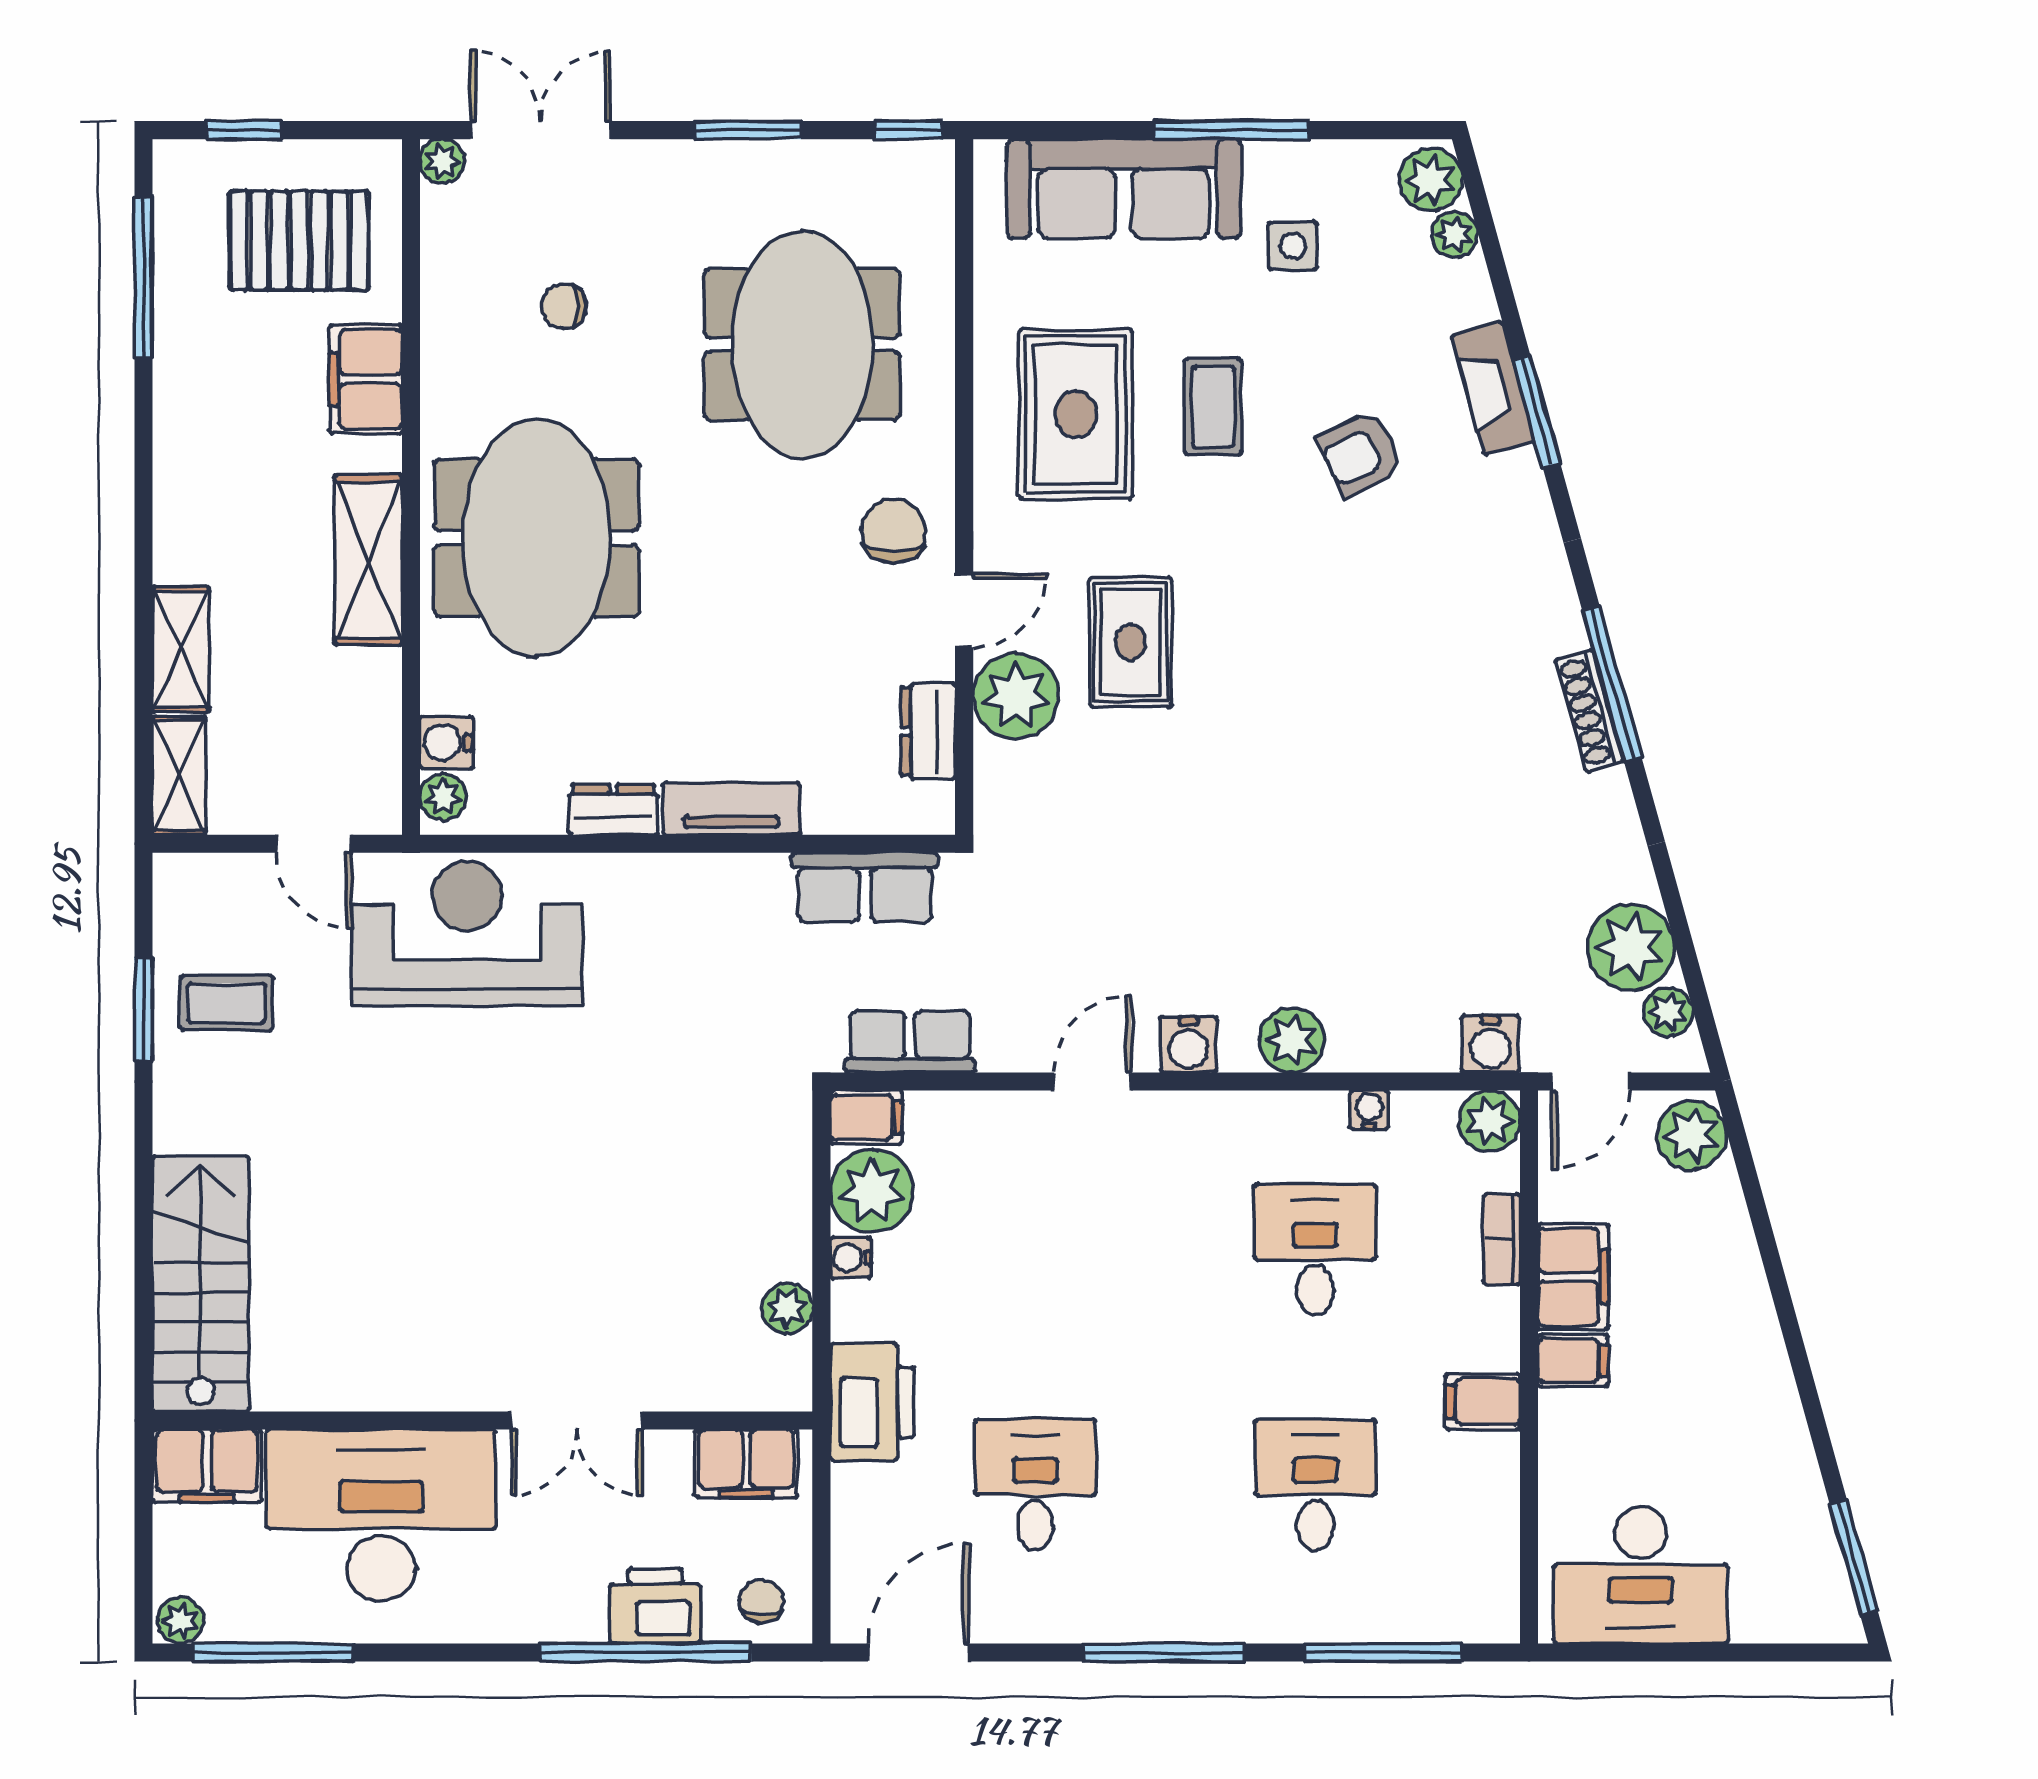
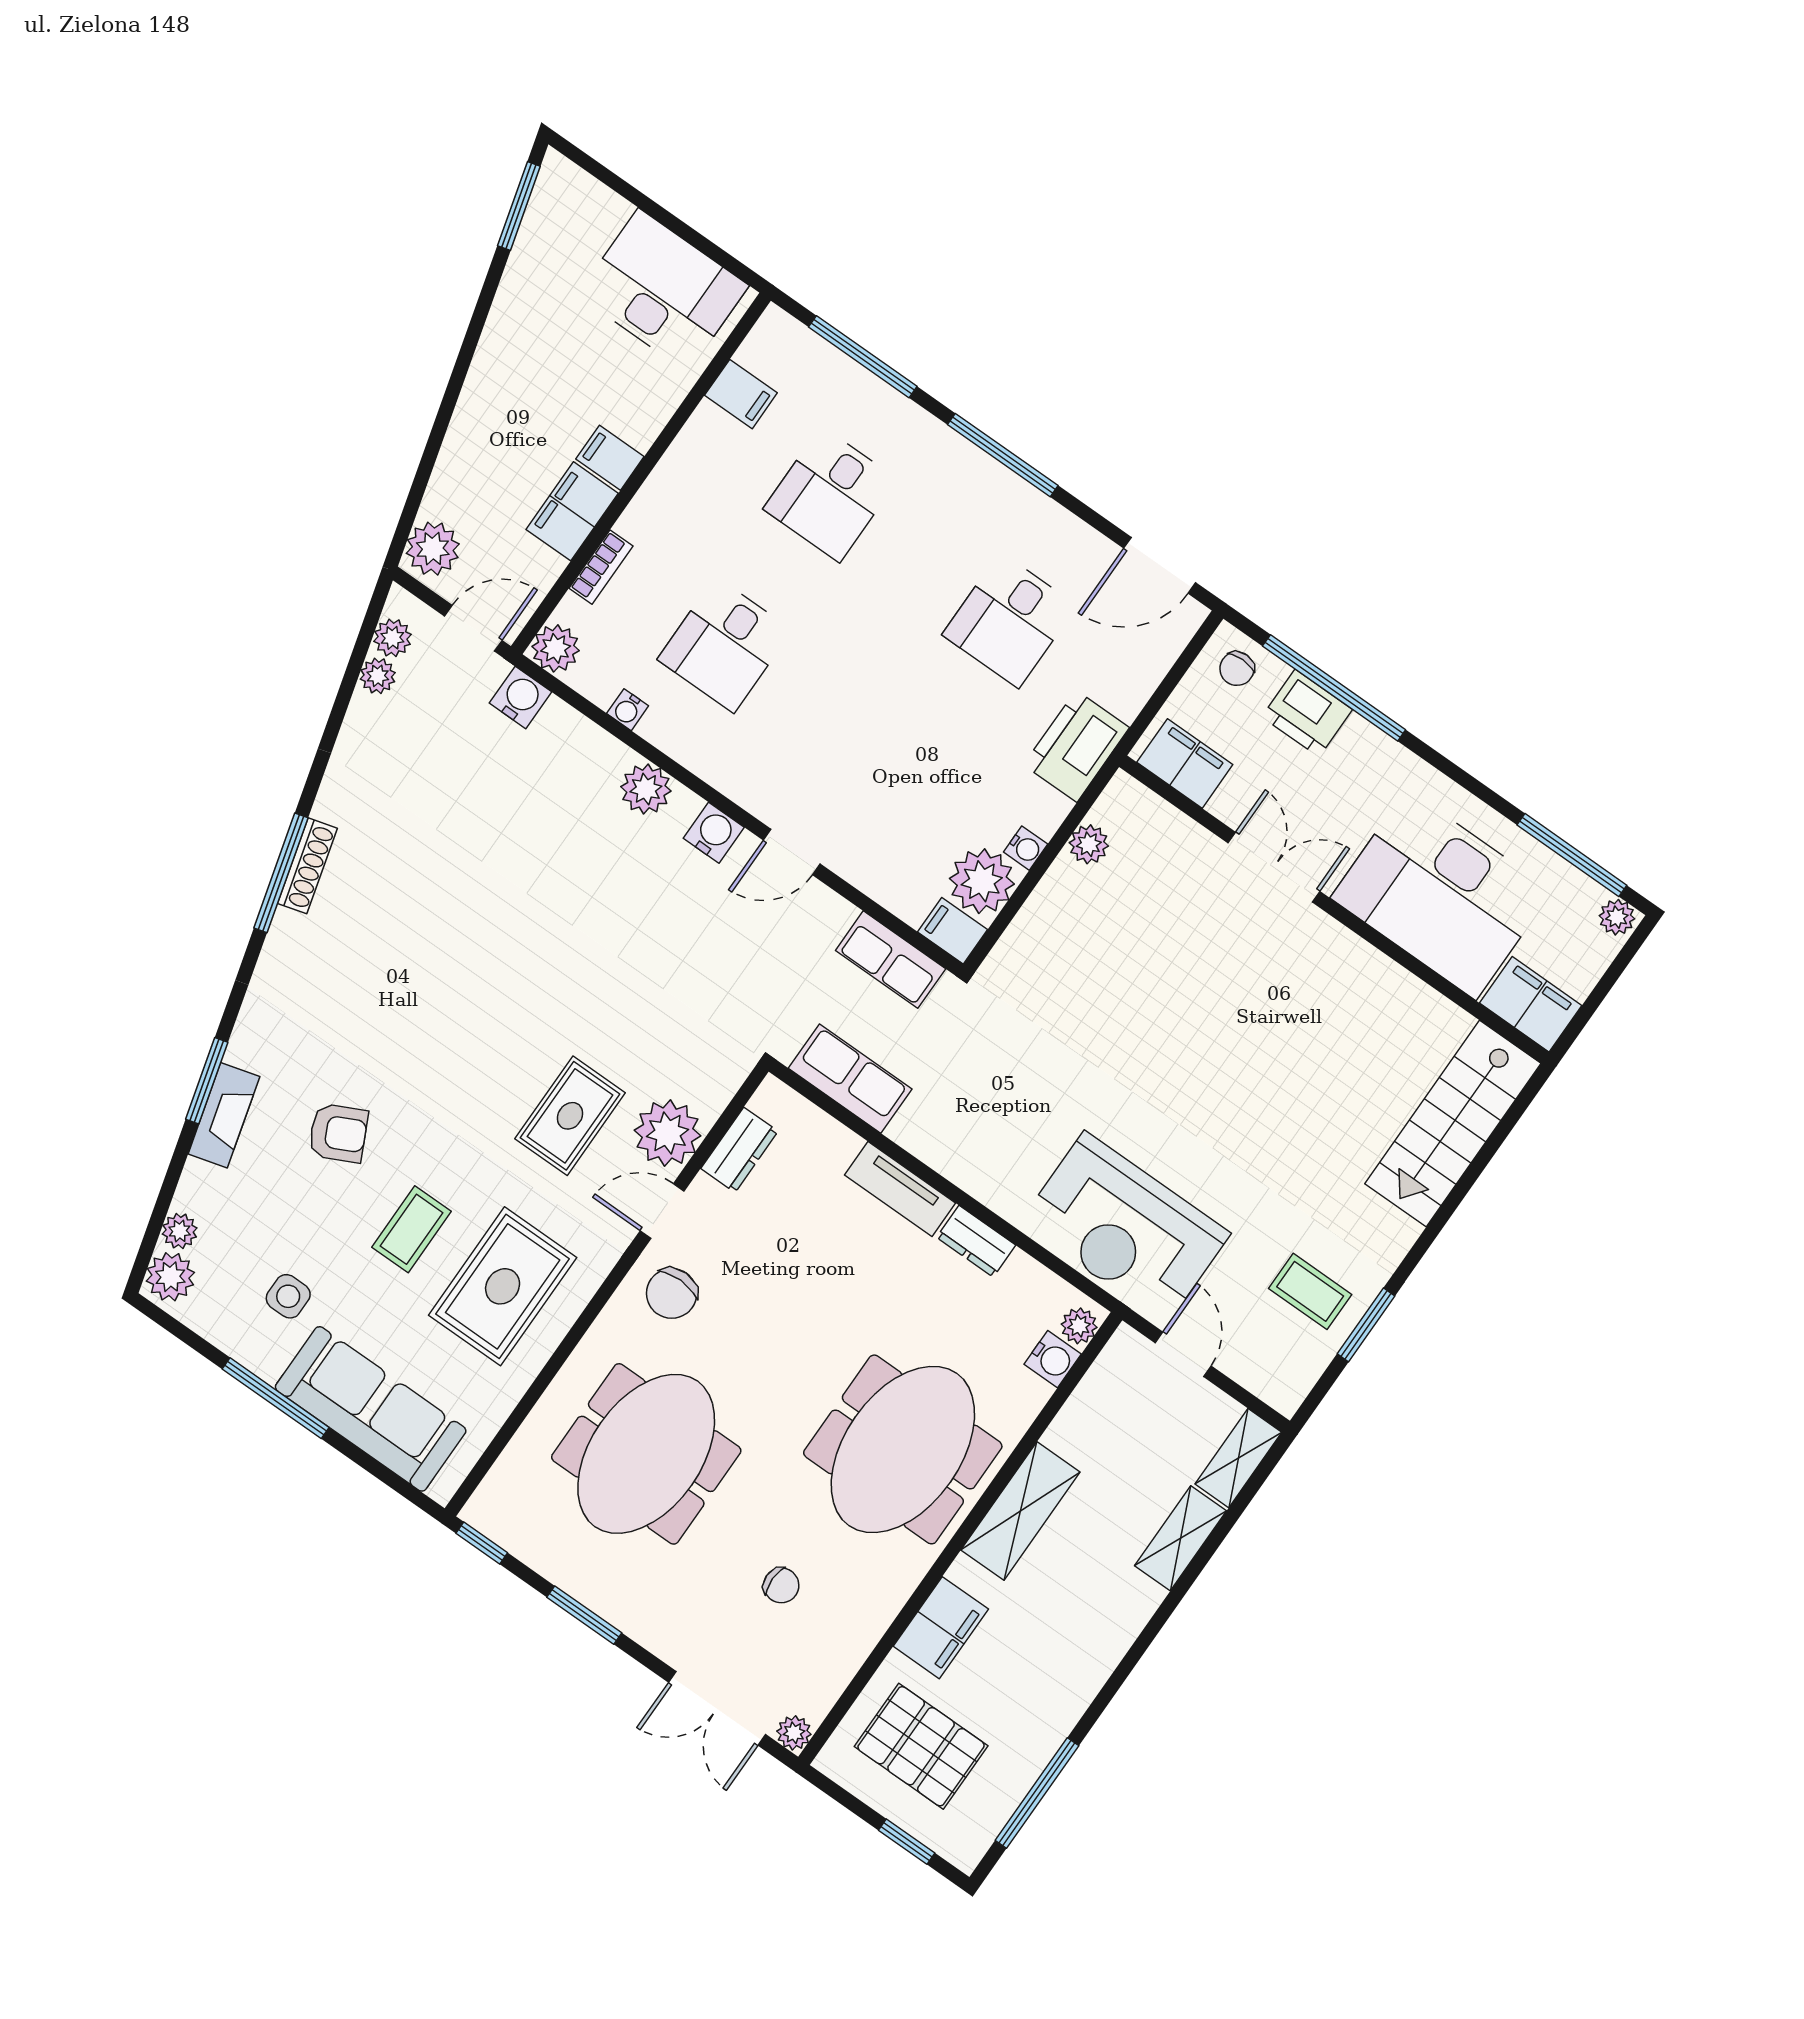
plant: (1631, 947) -> (378, 676), width x0.53, depth x0.53
filing cabinet: (1483, 1402) -> (741, 394), moved

